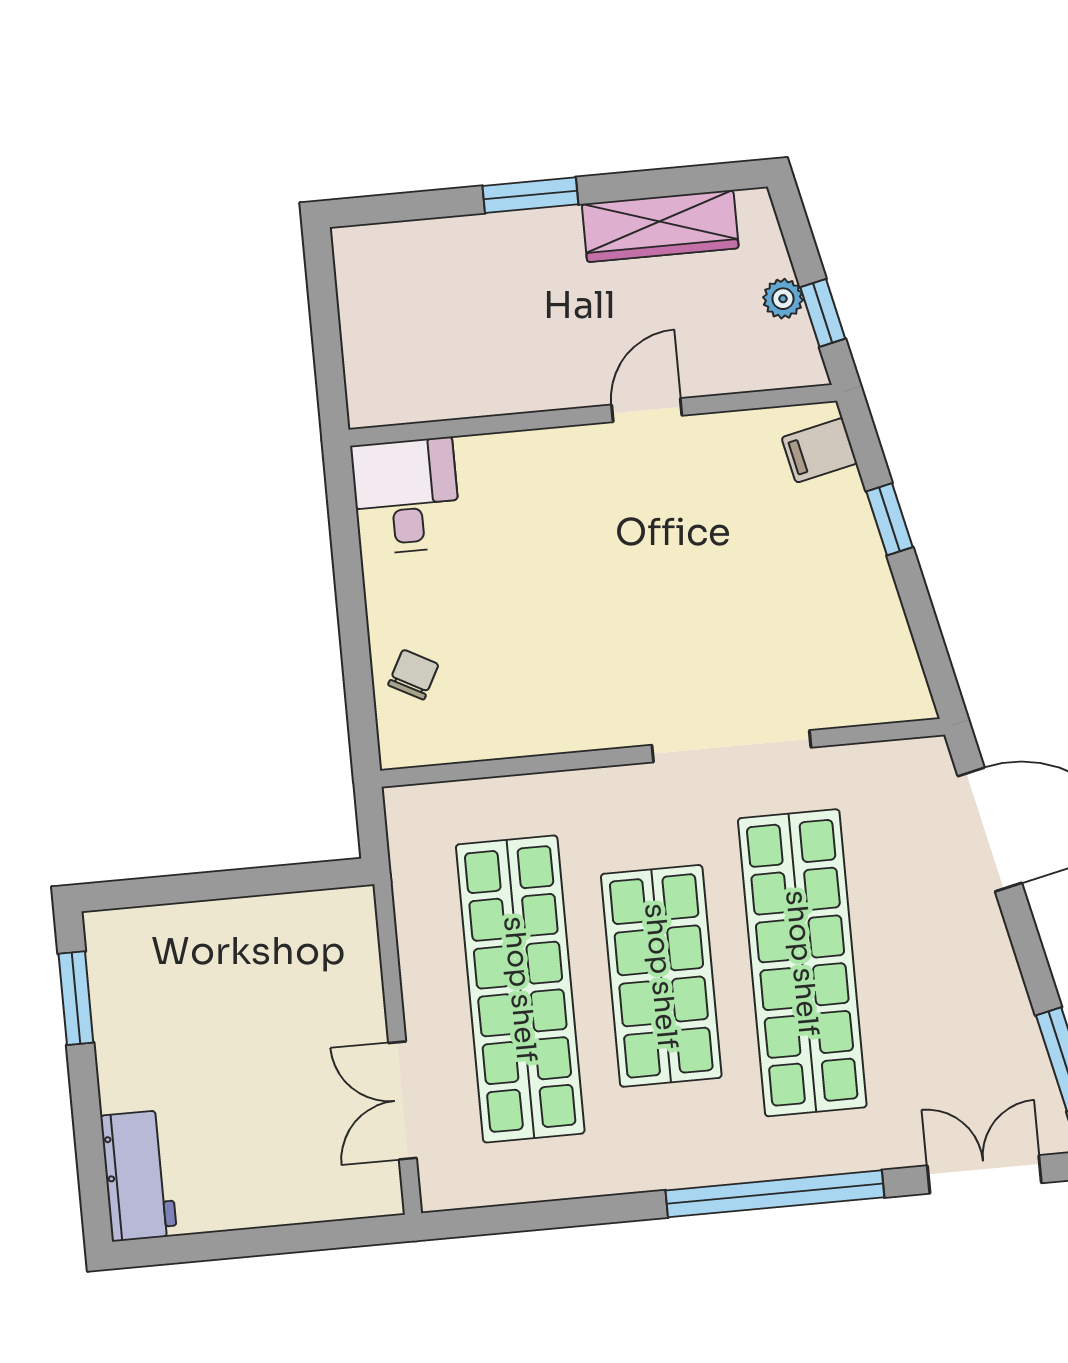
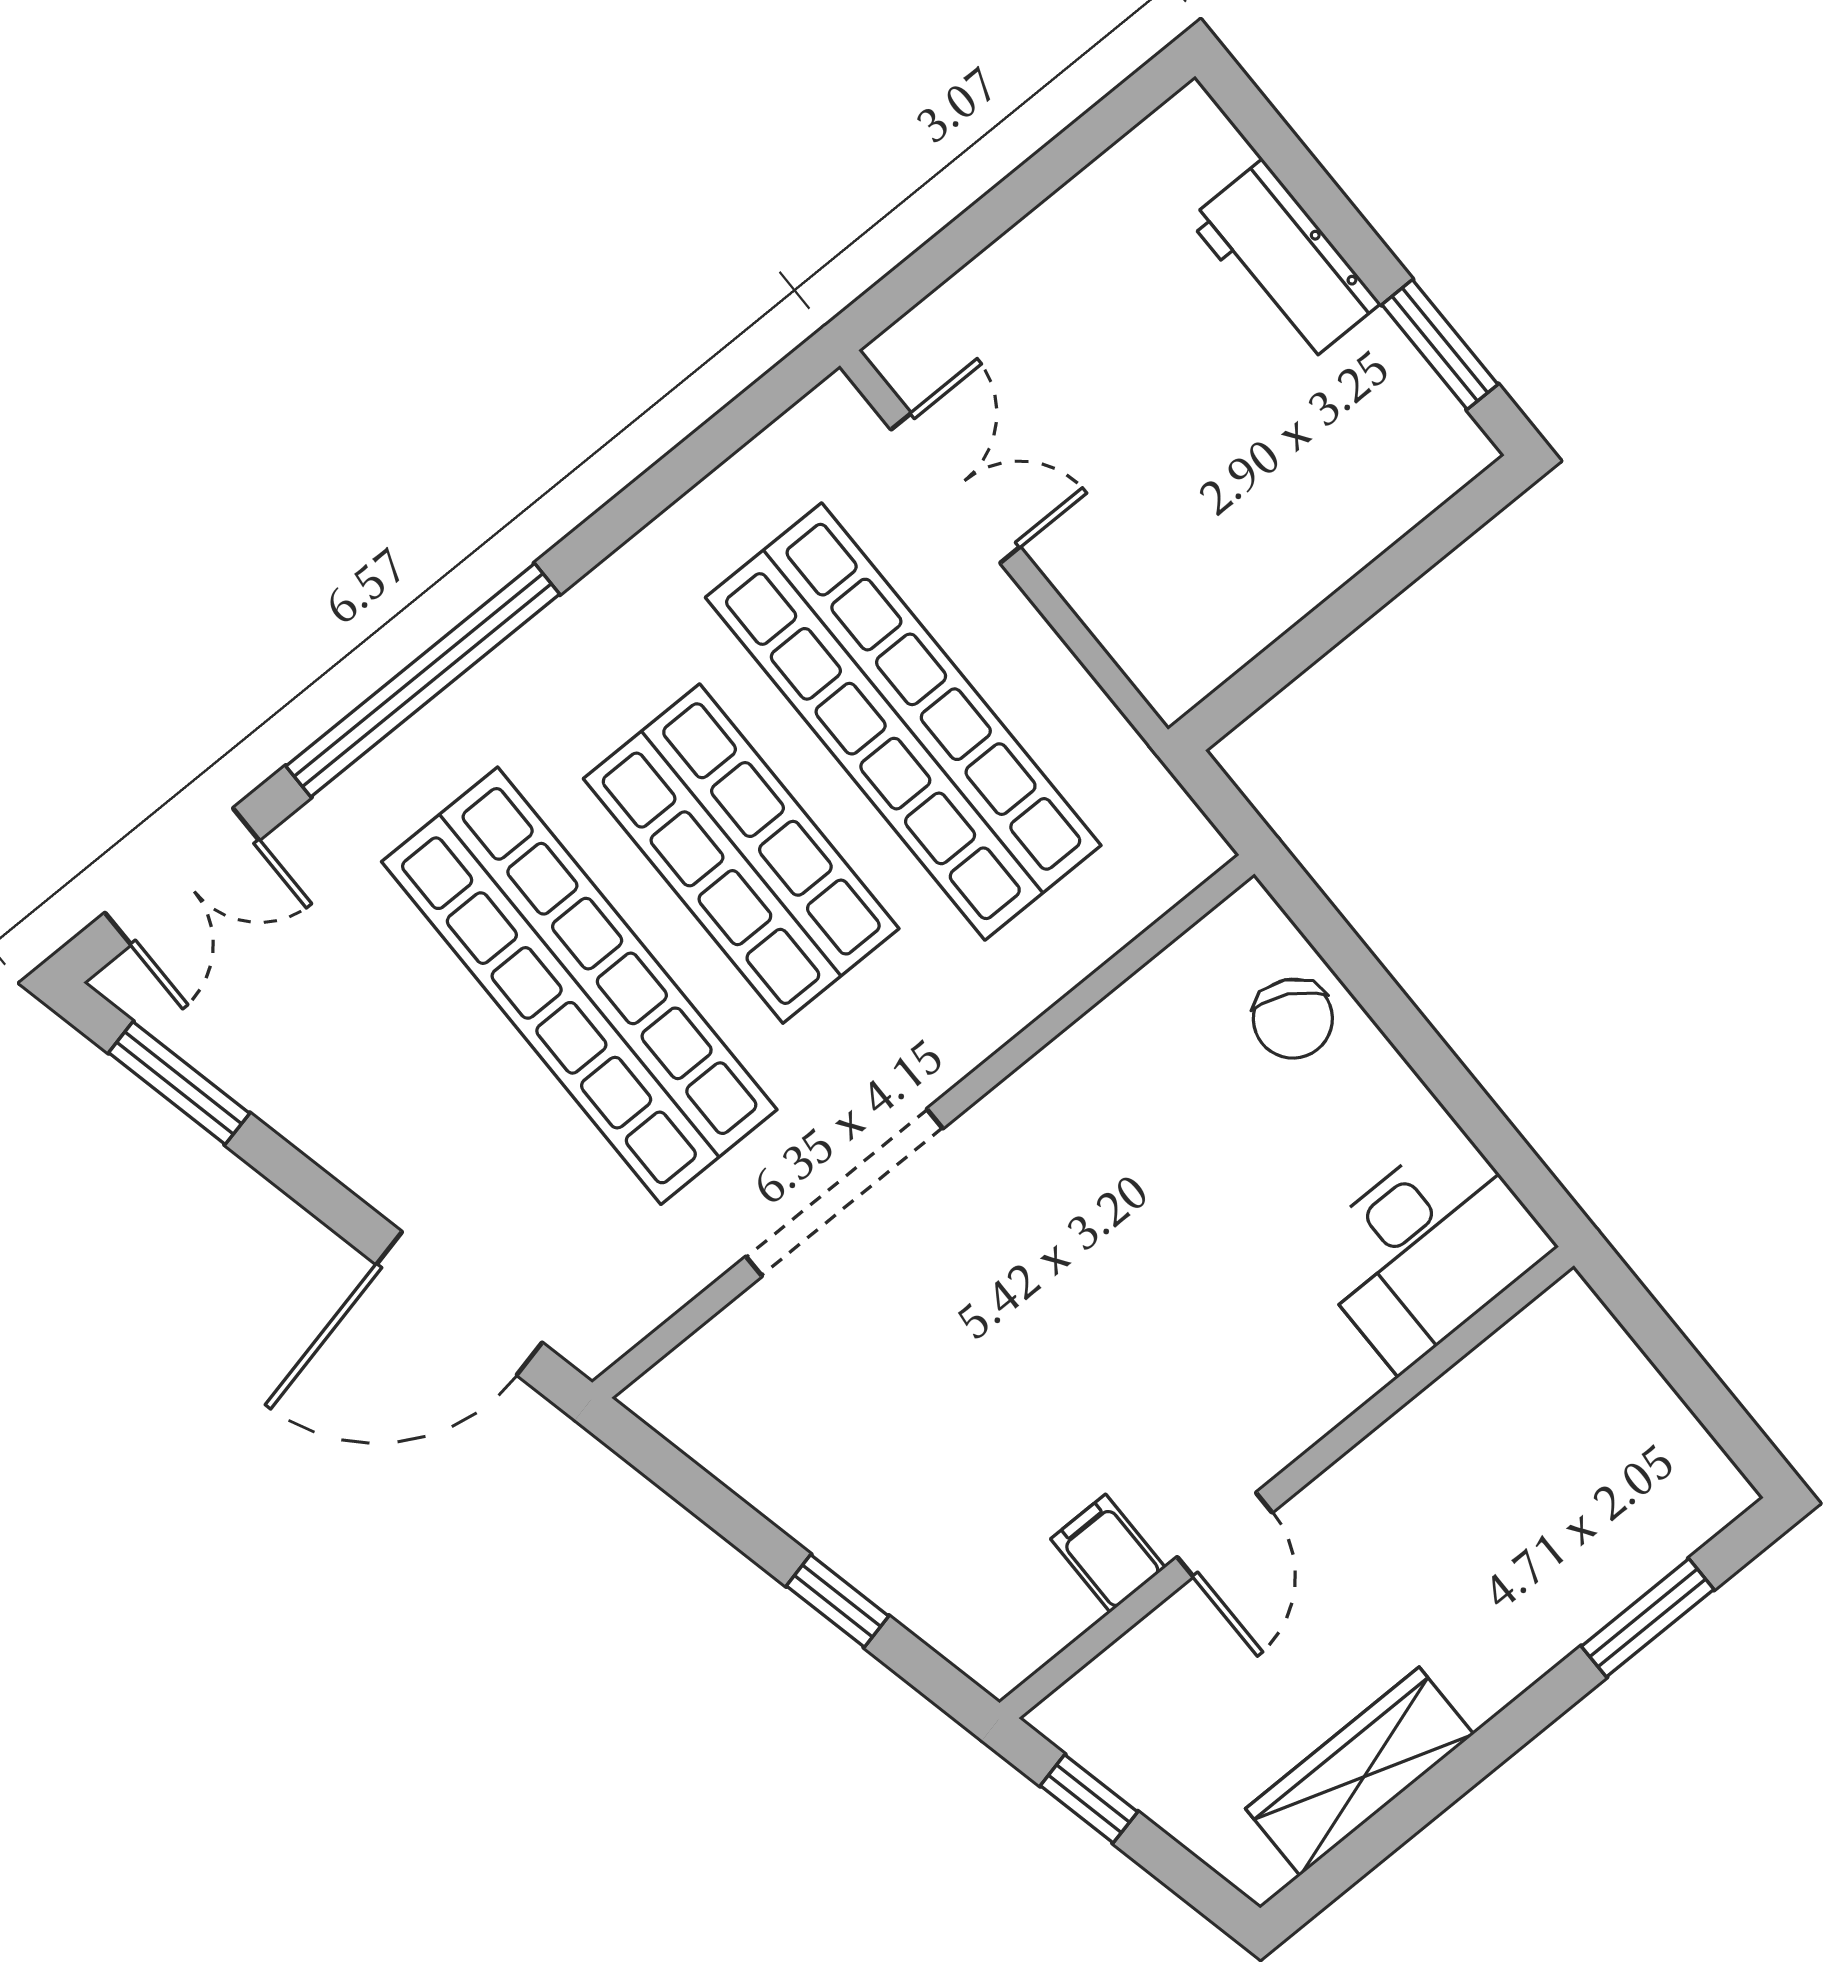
window: (530, 195) -> (1648, 1618), moved
plant: (783, 299) -> (1149, 1783), removed
filing cabinet: (819, 450) -> (1108, 1553), moved, turned -77
desk: (406, 496) -> (1427, 1249), width x1.37
chair: (413, 675) -> (1293, 1019), width x1.37, depth x1.37
workbench: (139, 1176) -> (1284, 262), moved

